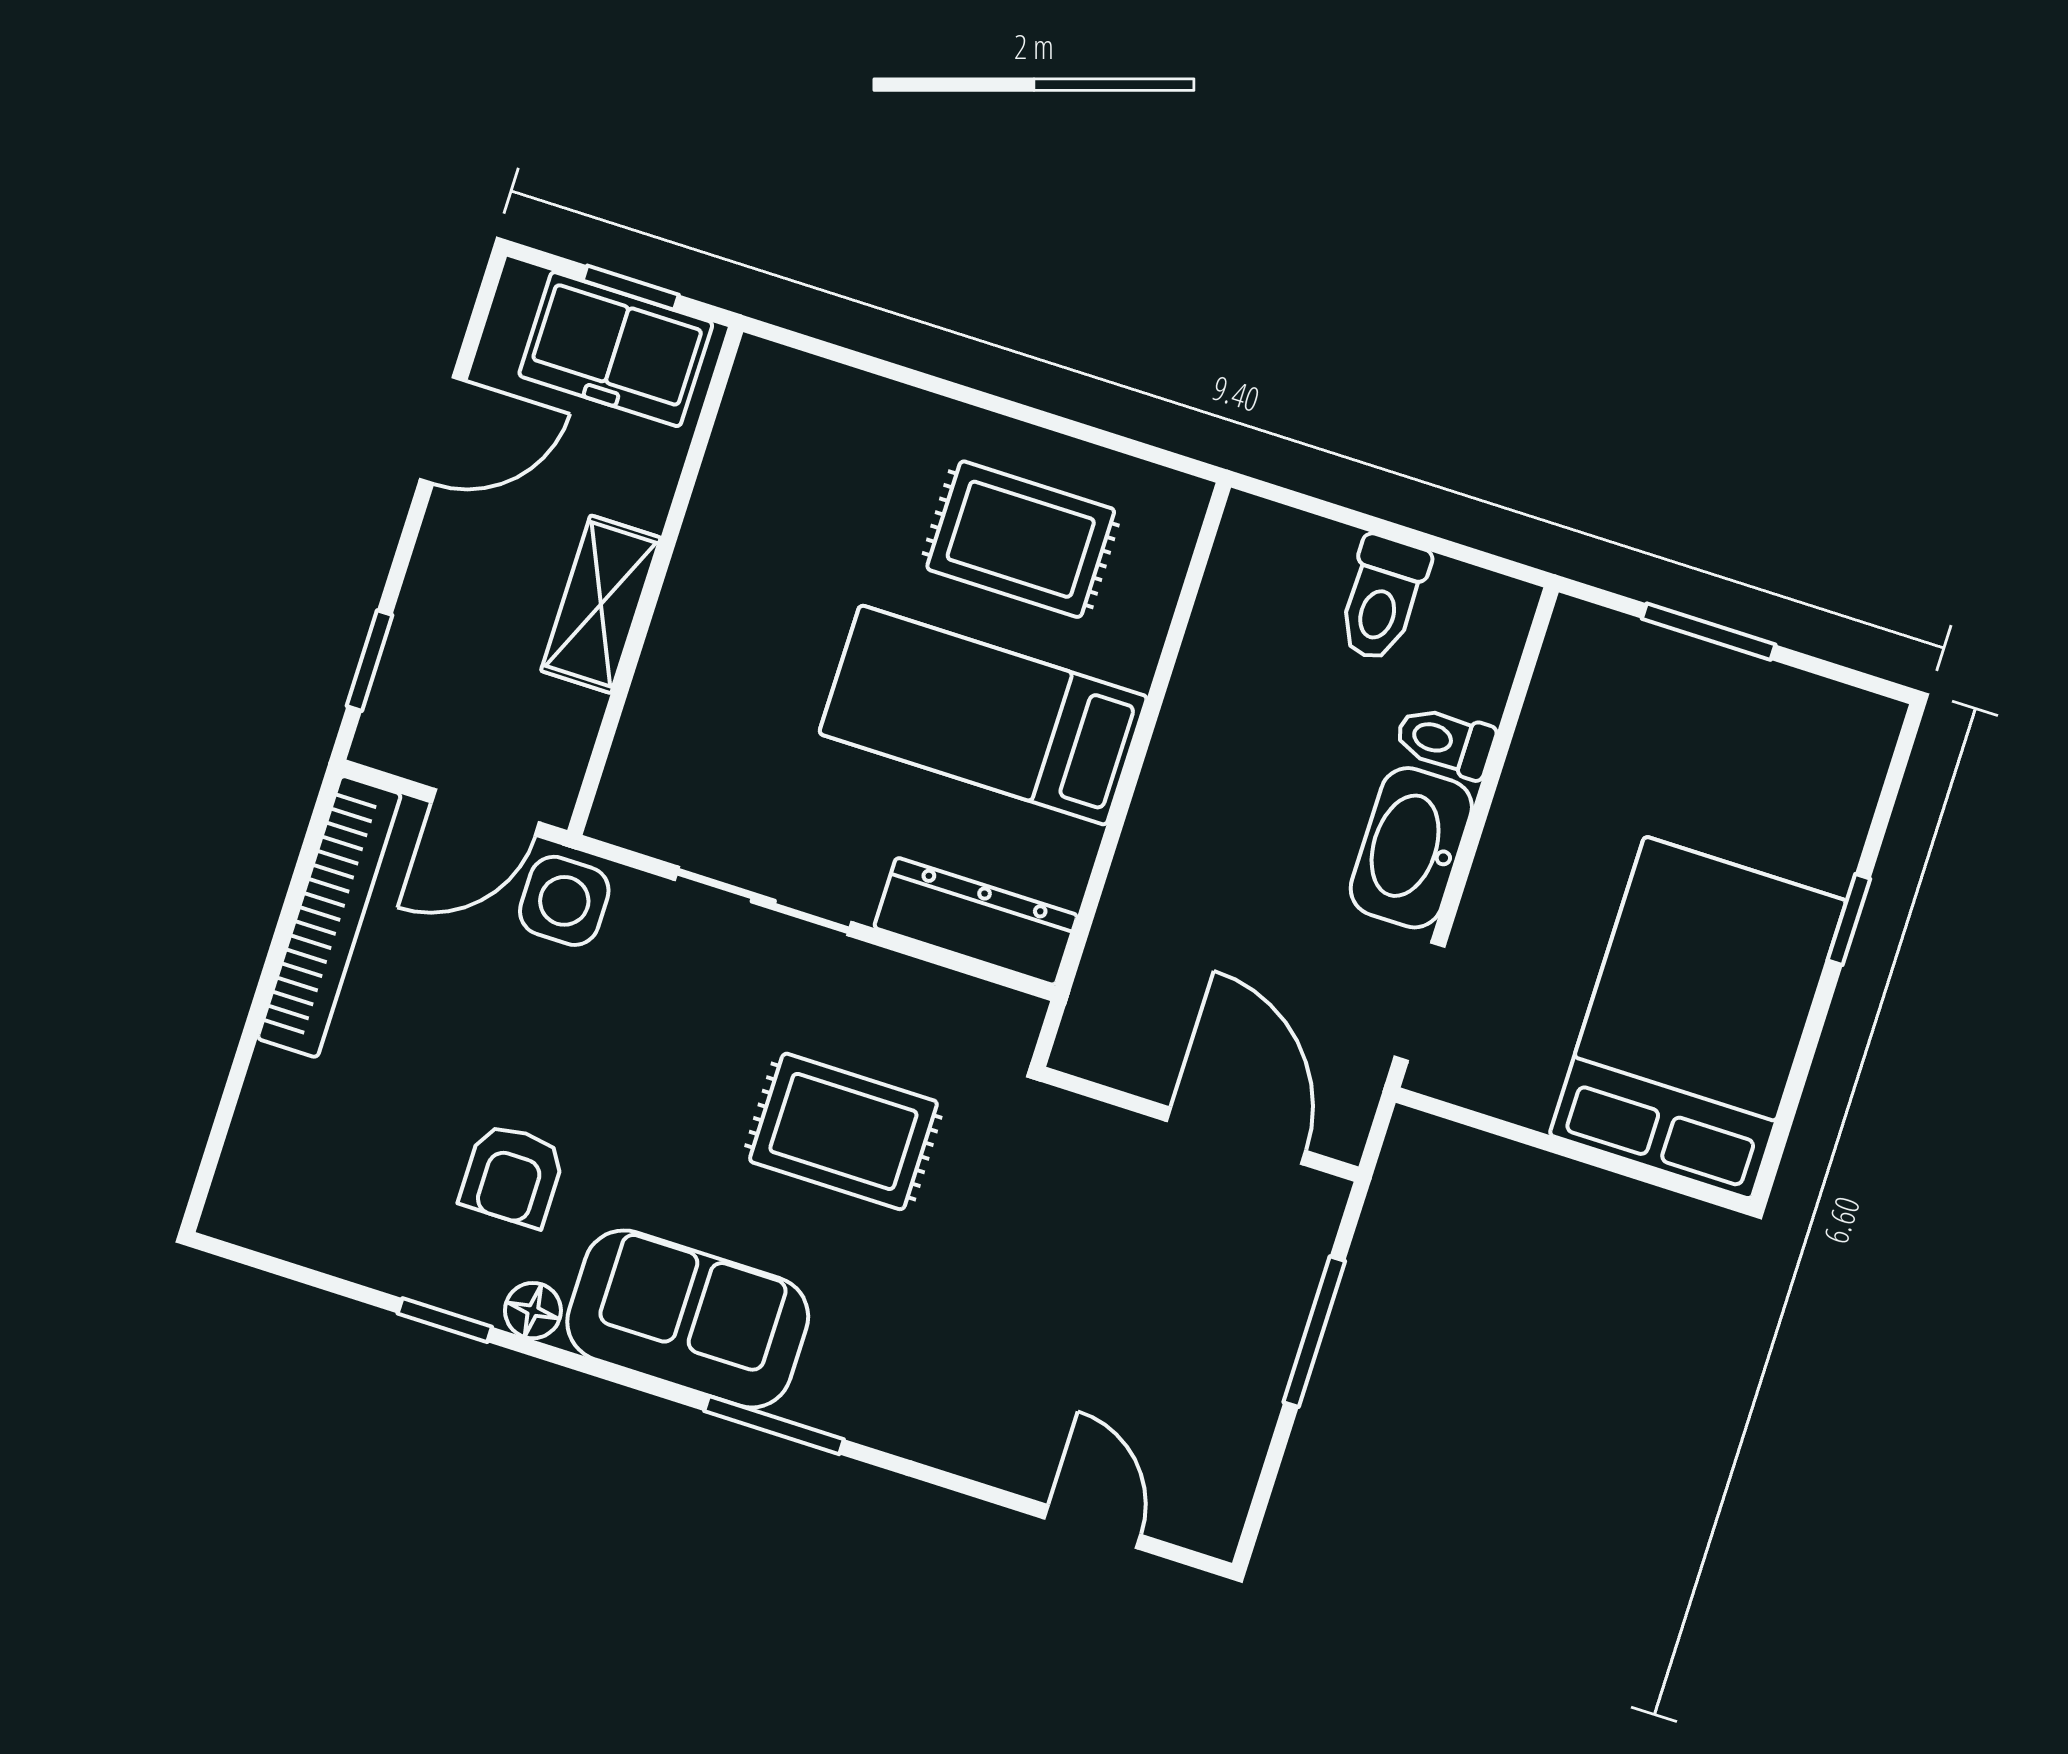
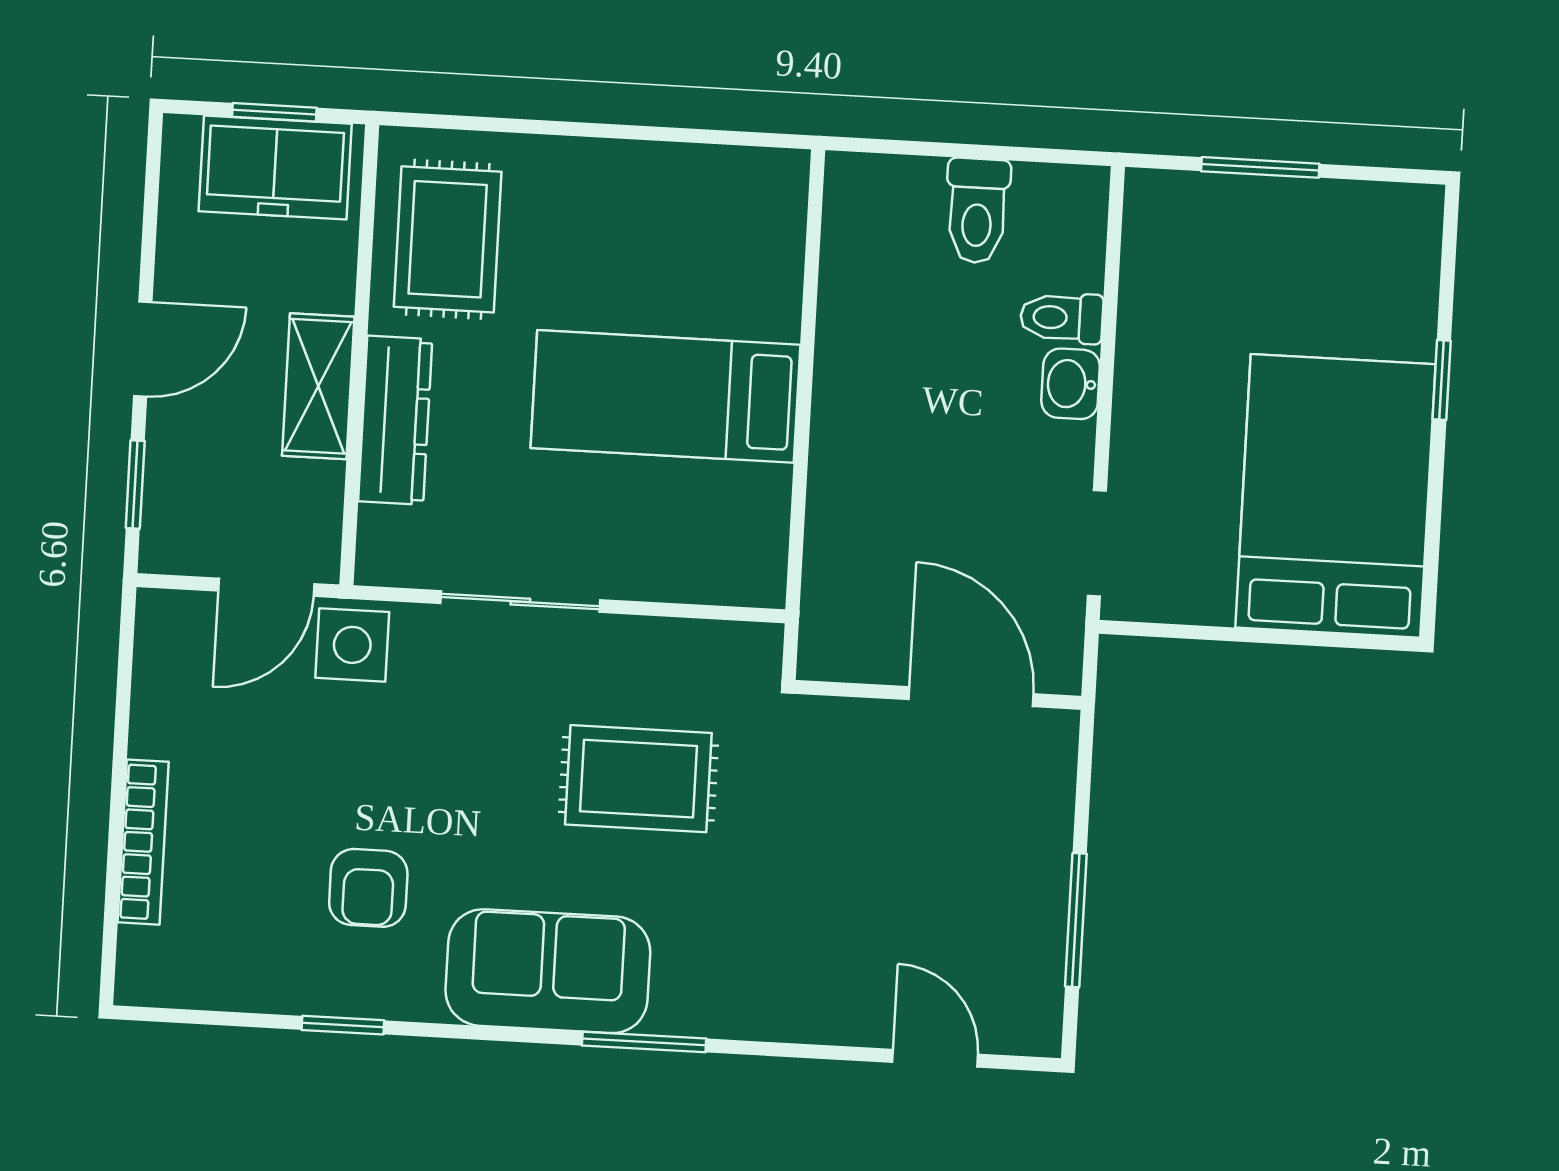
door: (443, 430) -> (143, 349), moved
rug: (1021, 539) -> (448, 239), moved, turned 90
washbasin: (1411, 848) -> (1071, 384), width x0.52, depth x0.69
bookcase: (329, 916) -> (143, 842), moved, width x0.68, depth x0.76
dresser: (976, 921) -> (395, 420), moved, turned 90
floor lamp: (533, 1311) -> (415, 998), removed
window: (1314, 1332) -> (1076, 920), moved

